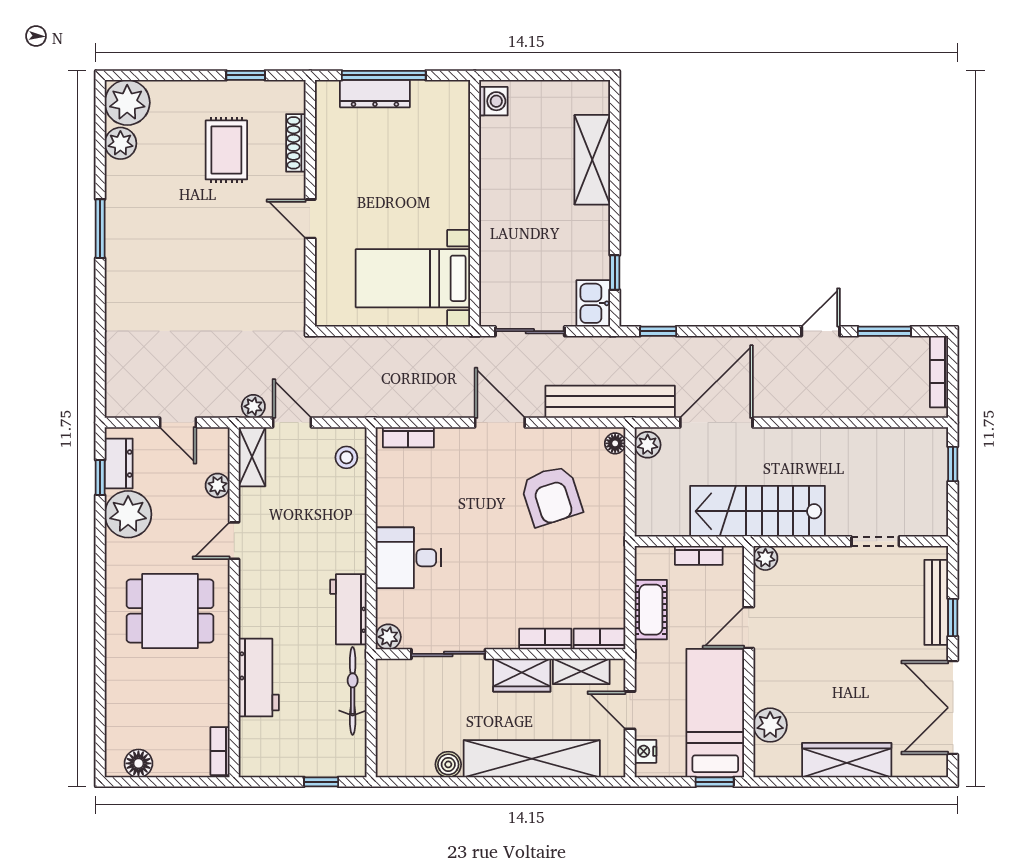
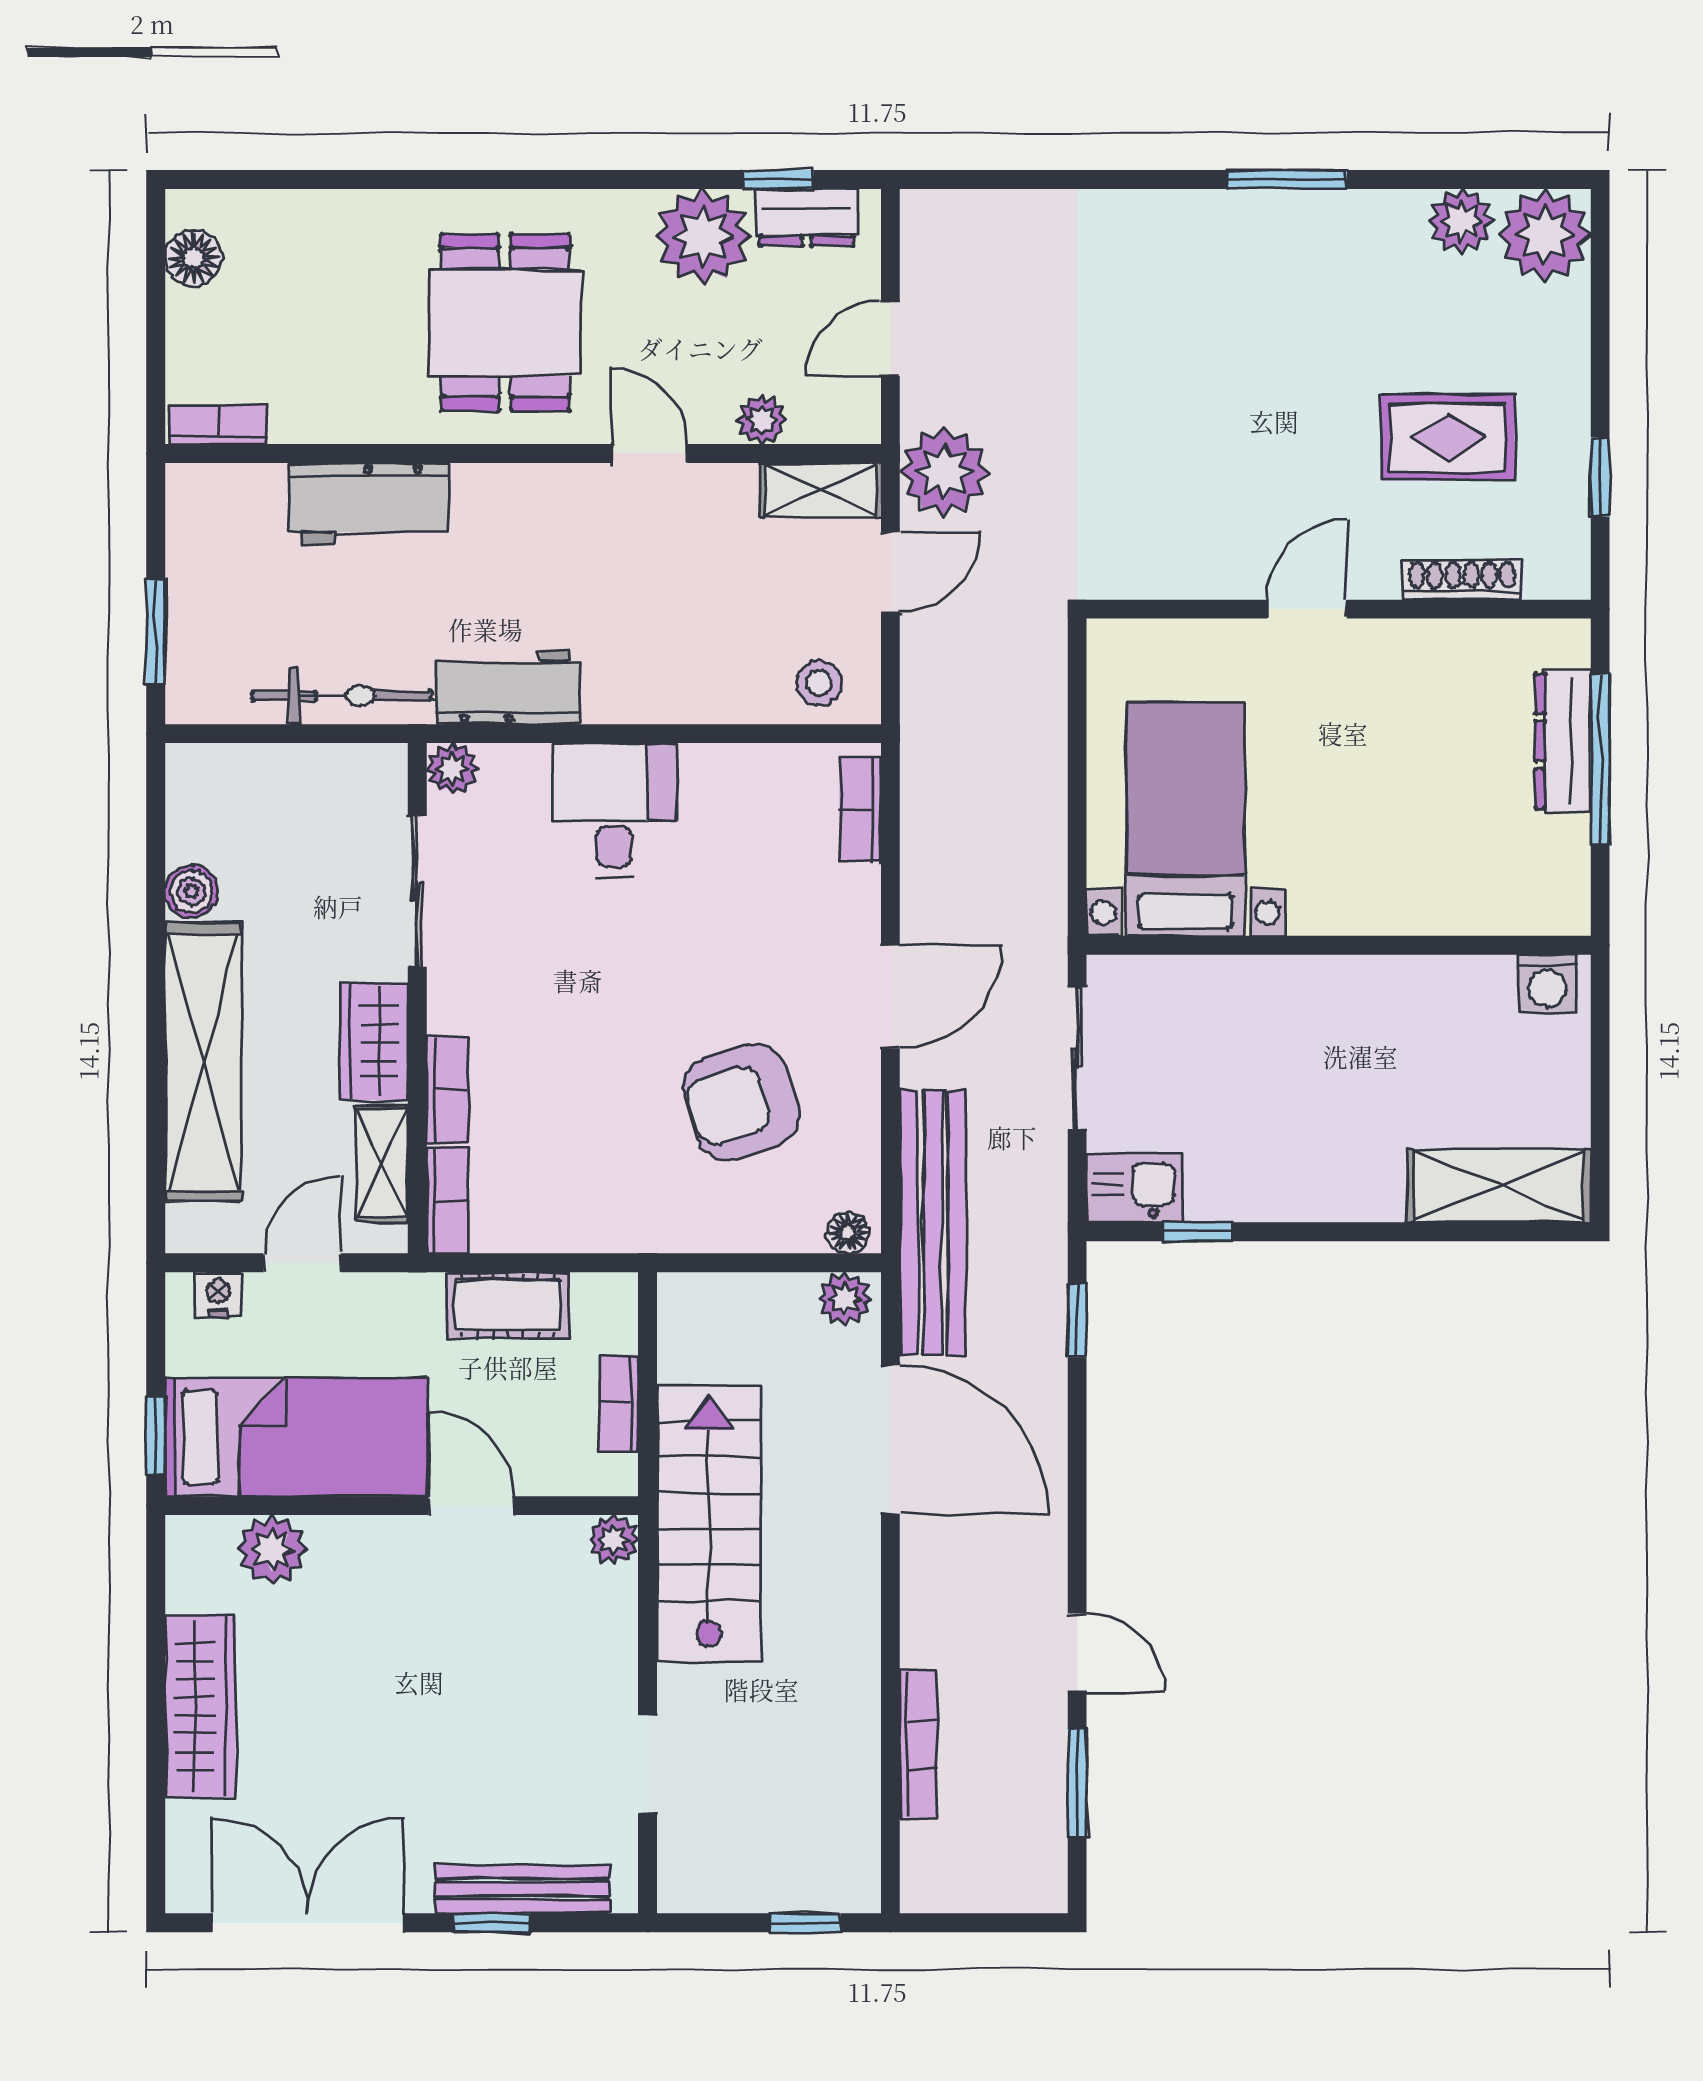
shelving: (592, 160) -> (1499, 1186), moved
bookcase: (939, 372) -> (918, 1744), moved, turned 90
plant: (253, 406) -> (944, 472), width x1.88, depth x1.88
window: (321, 782) -> (156, 631), width x1.50

